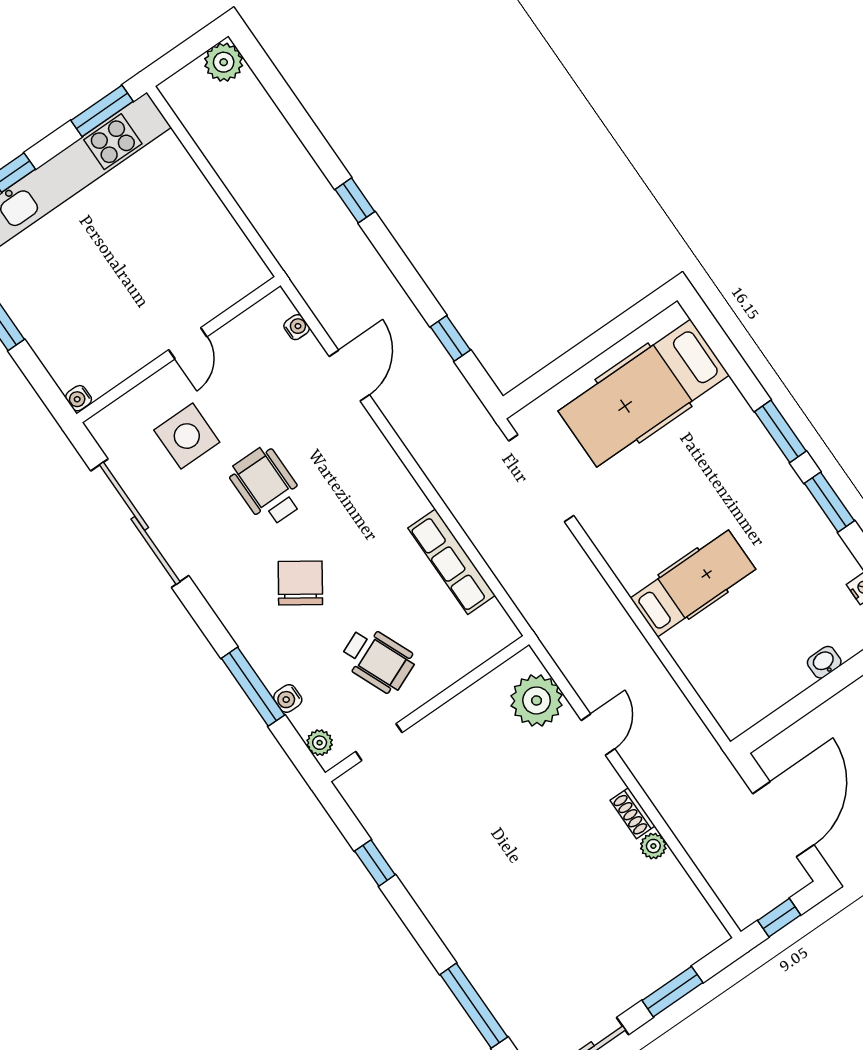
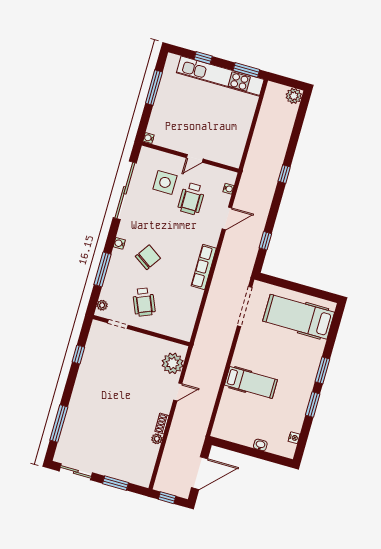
wheelchair: (267, 486) -> (191, 199), moved, turned 180
row of seats: (452, 562) -> (204, 267), moved
water cooler: (288, 698) -> (119, 243), moved

